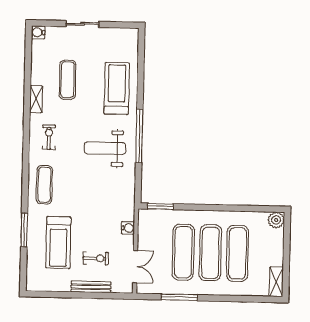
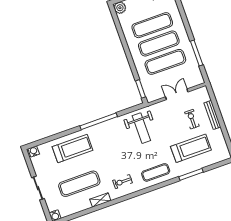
exercise mat: (68, 80) -> (79, 184), width x1.36, depth x1.45
treadmill: (117, 88) -> (72, 148), turned 180
weight bench: (105, 148) -> (141, 128), moved
water cooler: (128, 228) -> (34, 151), moved
double door: (135, 267) -> (177, 94), moved

